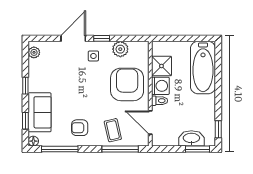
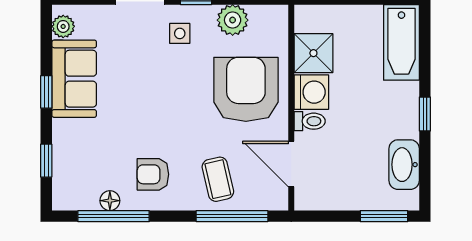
bathtub: (203, 68) -> (401, 42), width x0.73, depth x0.73
sofa: (40, 112) -> (74, 79), moved
window: (218, 129) -> (425, 114), moved
washbasin: (191, 138) -> (404, 165), moved, turned -90
floor lamp: (33, 141) -> (110, 201), moved

